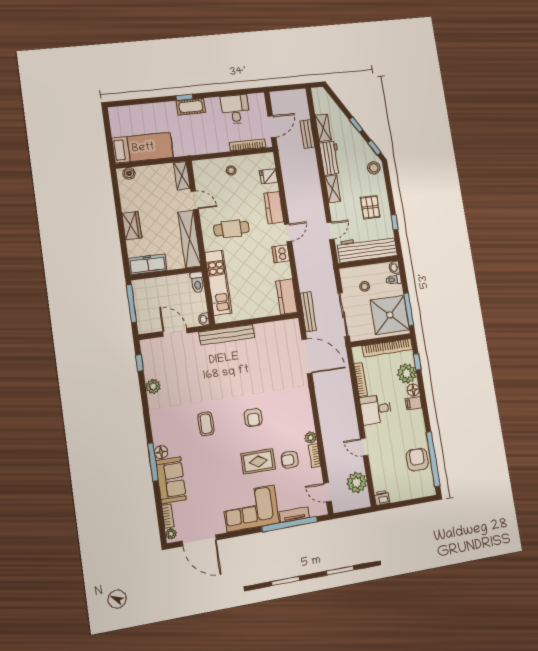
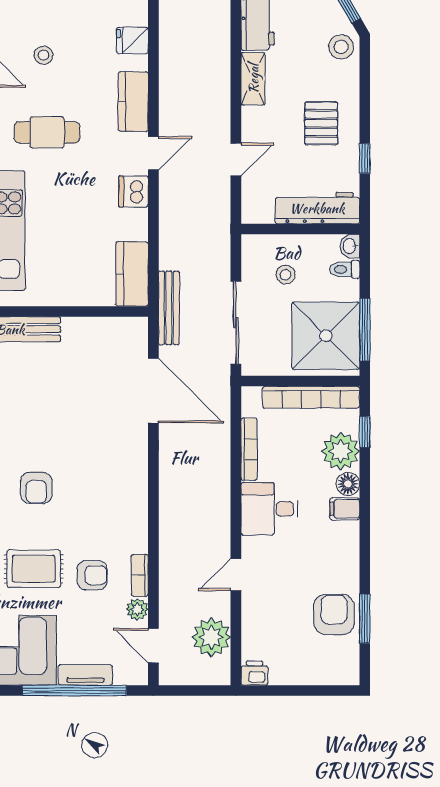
stool: (231, 170) -> (43, 55), moved
workbench: (367, 249) -> (317, 208), width x0.73, depth x0.76
plant: (311, 438) -> (137, 609), moved
door: (364, 447) -> (236, 575), hinge flipped
window: (433, 459) -> (365, 619), width x0.47
armchair: (290, 460) -> (92, 575), turned 180

